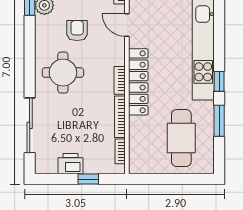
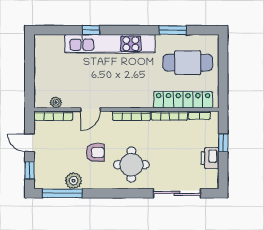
armchair: (77, 31) -> (95, 152), turned 180
bookcase: (120, 80) -> (131, 116), width x1.56
window: (219, 81) -> (91, 30), moved
locker: (138, 82) -> (183, 100), moved

